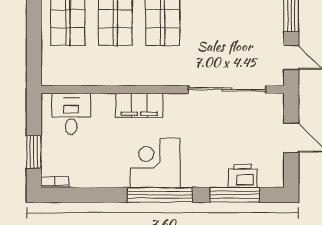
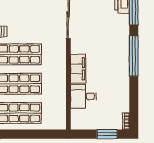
desk: (71, 114) -> (83, 96), moved
corner desk: (155, 163) -> (114, 59), removed

